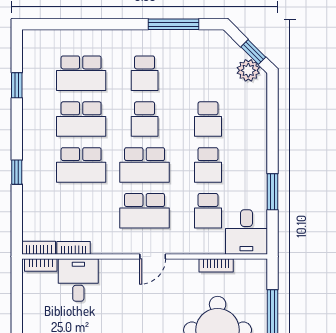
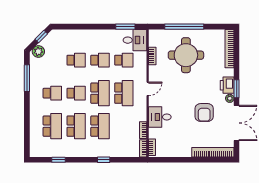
plant: (248, 70) -> (38, 52), moved
window: (272, 192) -> (125, 27), moved
door: (153, 257) -> (148, 89), hinge flipped
desk: (78, 280) -> (160, 117), moved

